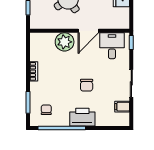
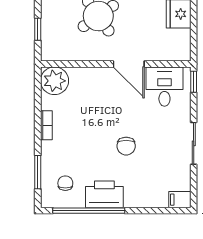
door: (88, 31) -> (129, 64), hinge flipped
plant: (65, 42) -> (55, 81), moved
filing cabinet: (122, 107) -> (180, 200), moved
printer: (82, 117) -> (104, 194), moved

